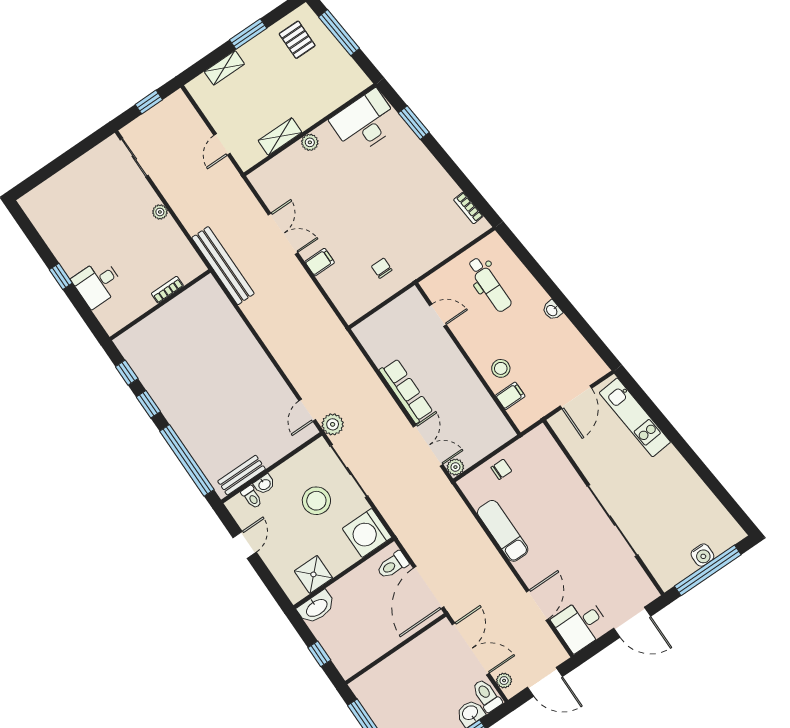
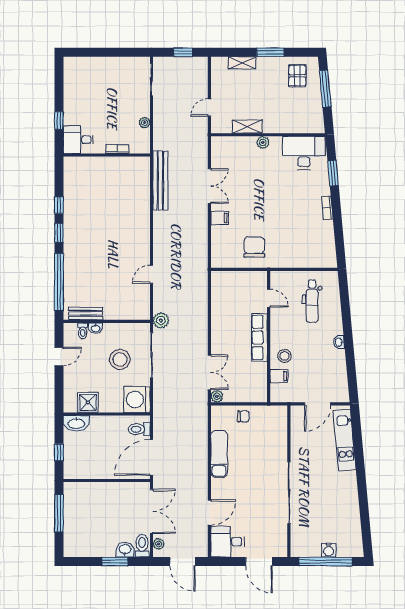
bookcase: (468, 208) -> (327, 208), moved
chair: (382, 268) -> (254, 247), width x1.87, depth x1.87
bookcase: (167, 290) -> (117, 149), moved
wall: (160, 305) -> (107, 155), moved
row of seats: (406, 391) -> (259, 338), moved, turned 180
door: (307, 410) -> (151, 274), moved

